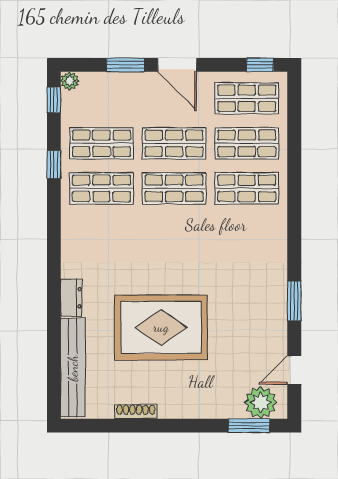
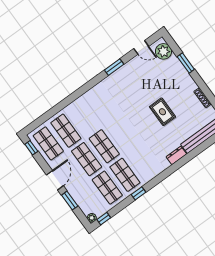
window: (54, 165) -> (138, 193), moved
shop shelf: (247, 188) -> (84, 118), removed
rug: (161, 327) -> (162, 112), width x0.54, depth x0.49
window: (249, 426) -> (186, 63), moved

